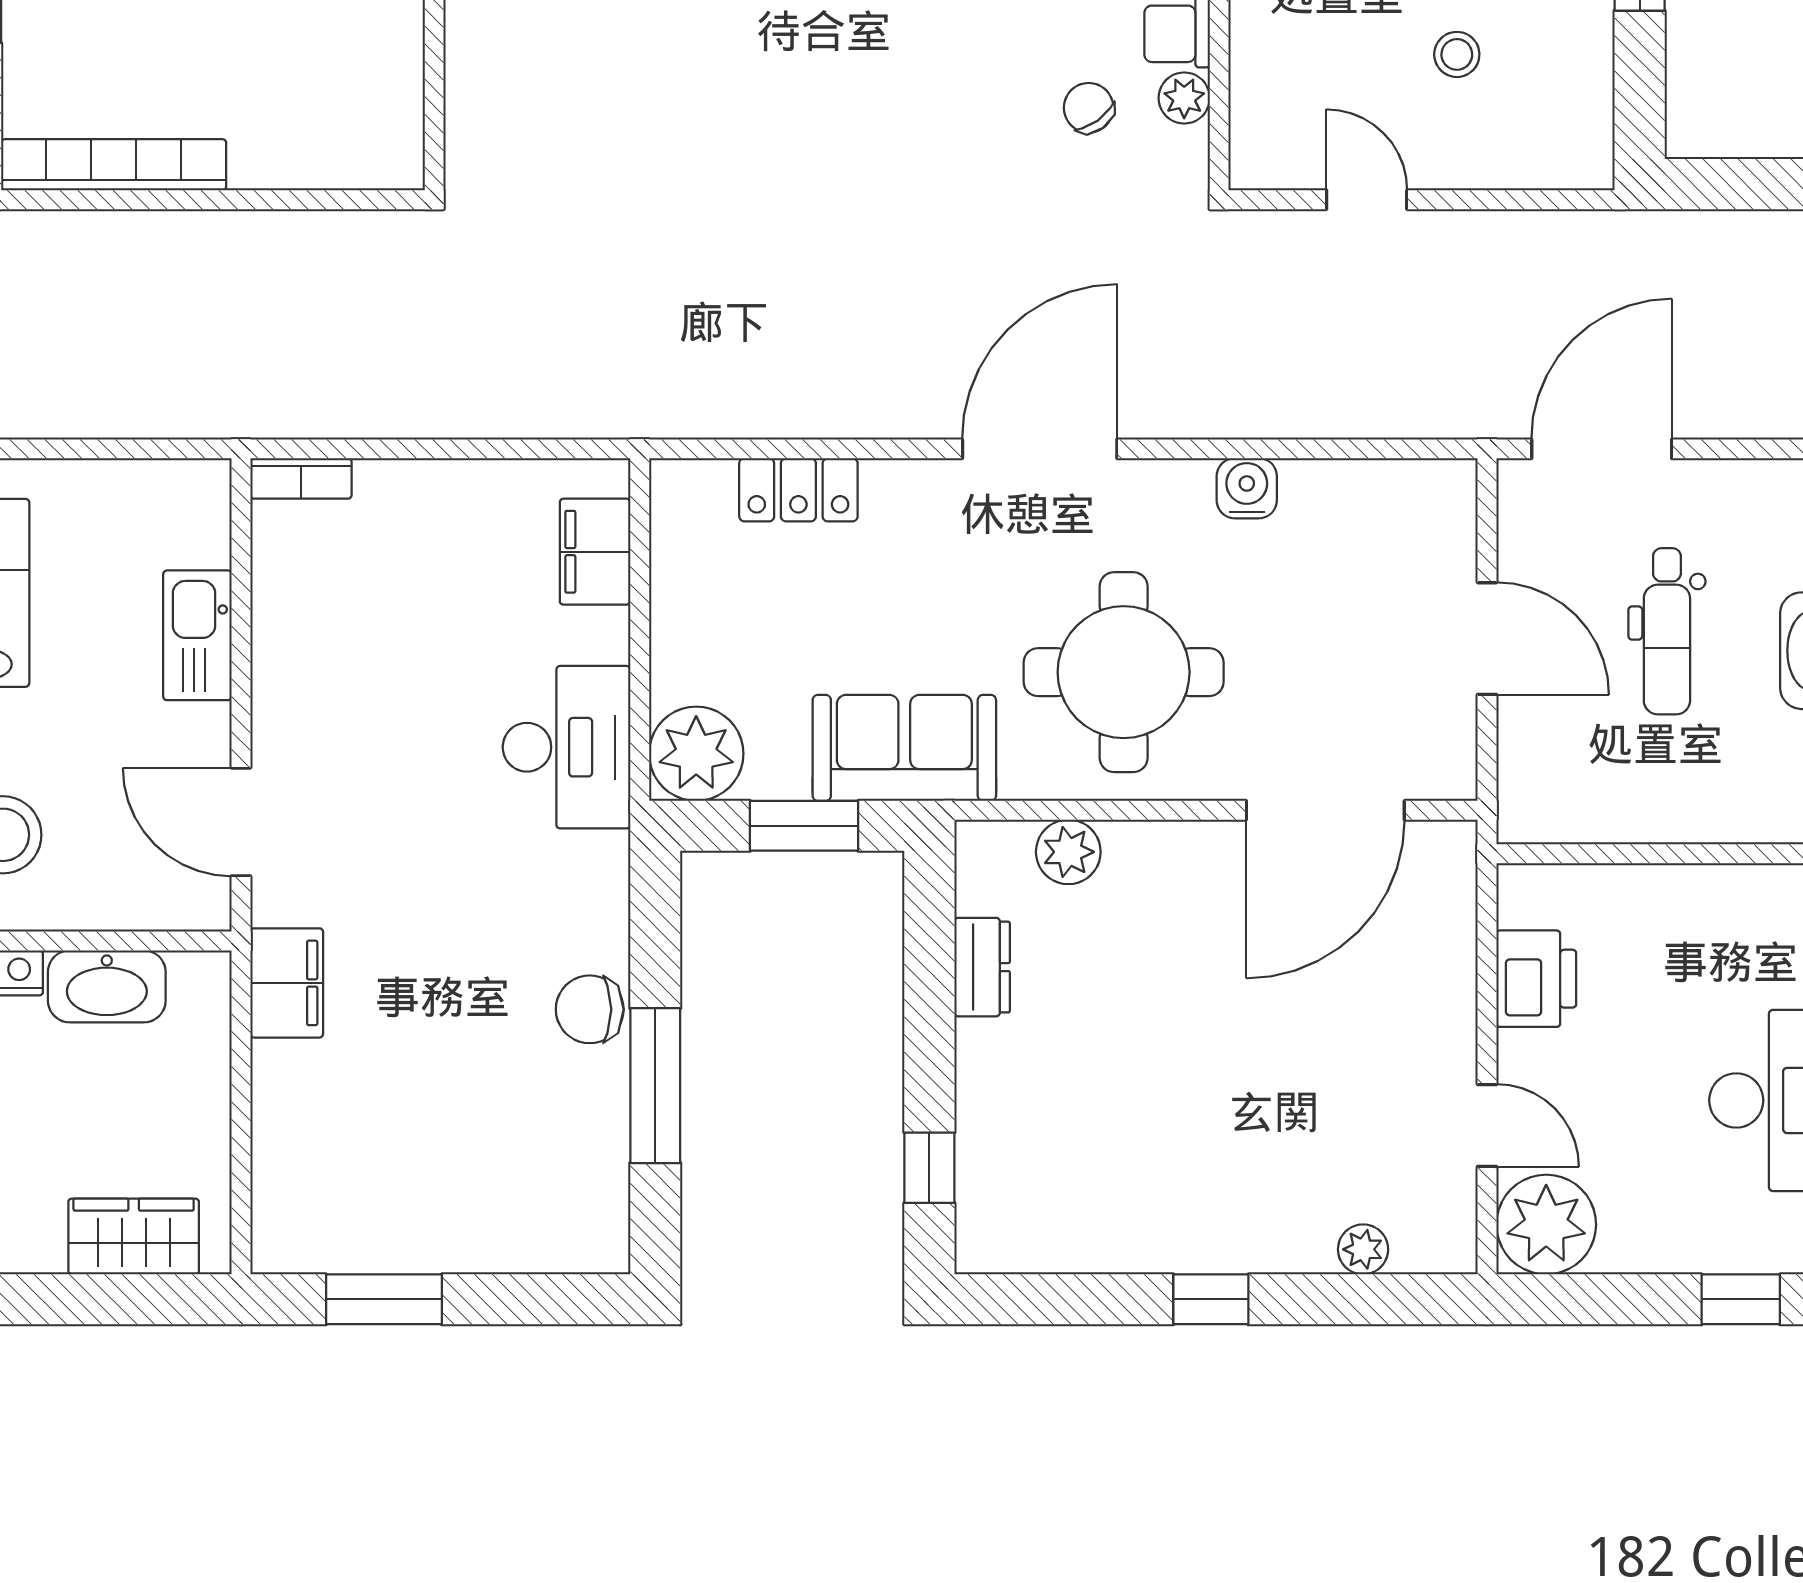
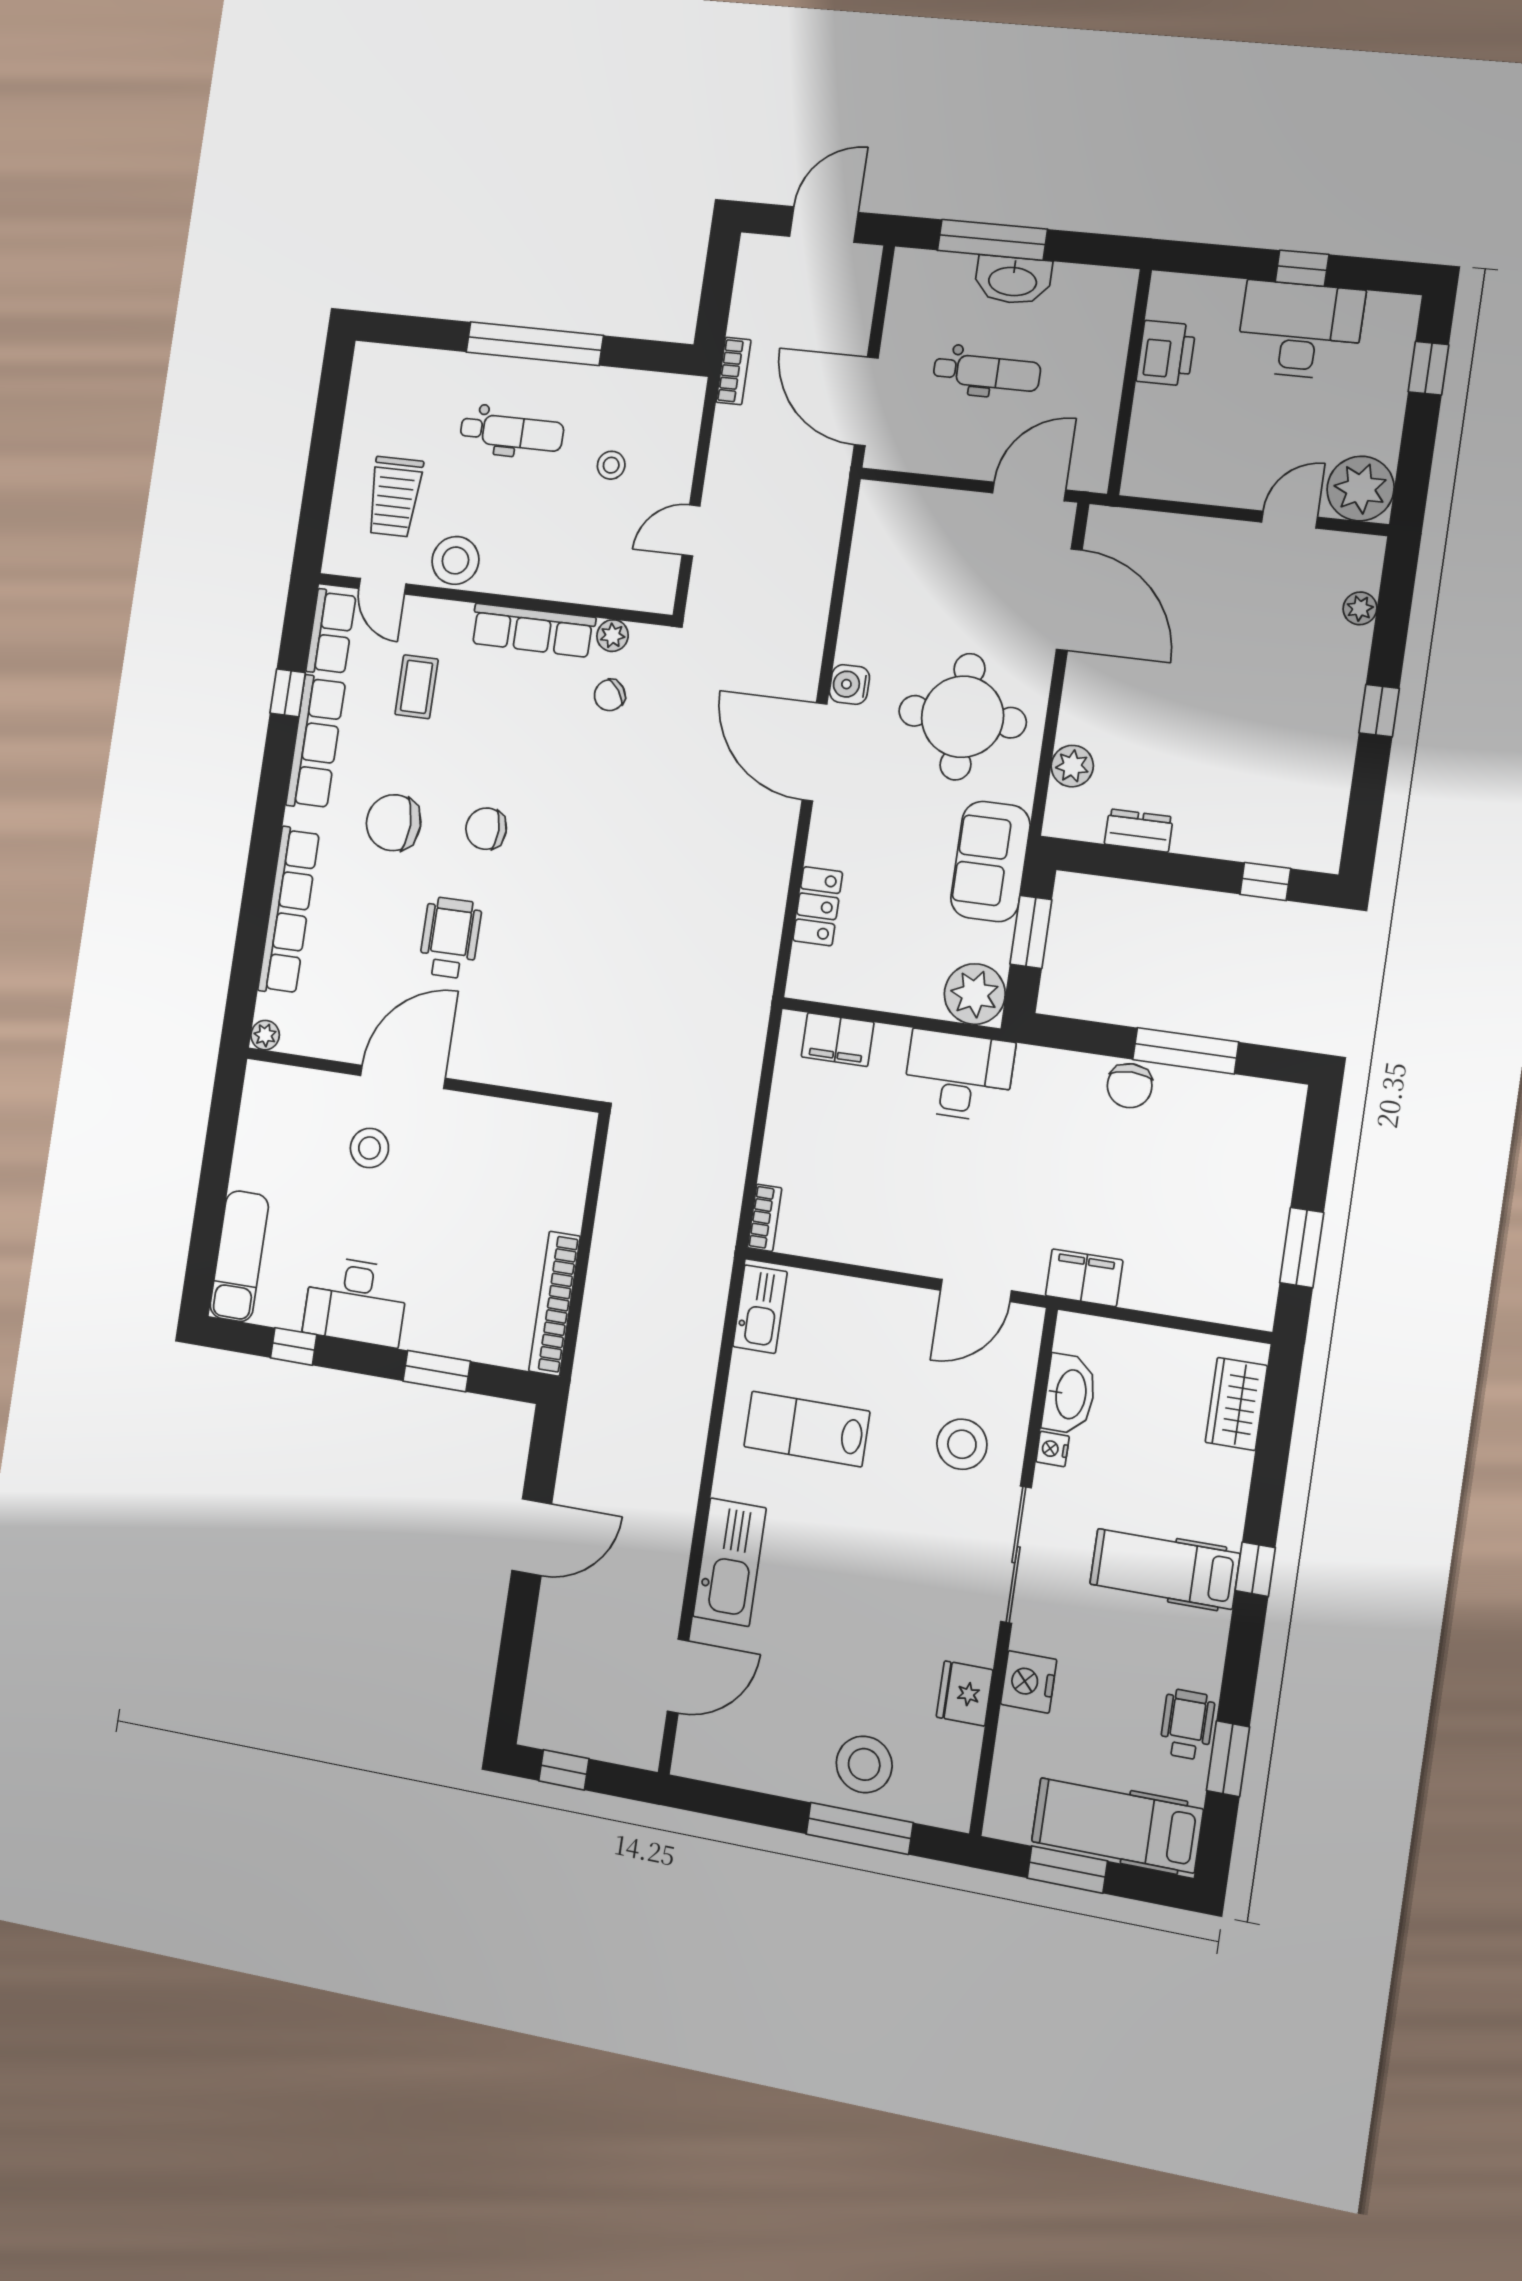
bookcase: (1628, 230) -> (734, 371), added
water cooler: (1247, 488) -> (849, 684), moved
kitchen sink: (197, 635) -> (760, 1309), moved, turned -90
door: (1487, 639) -> (1029, 491), moved
printer: (1536, 979) -> (1166, 353), moved, turned 90

